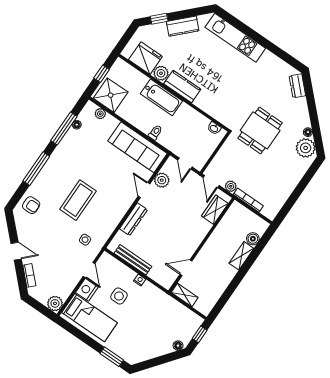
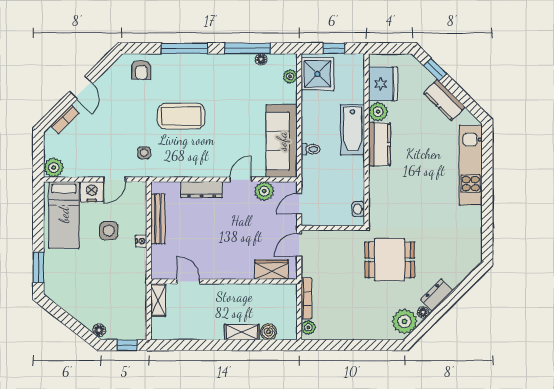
dresser: (297, 86) -> (437, 295), moved
plant: (231, 186) -> (308, 327), moved

